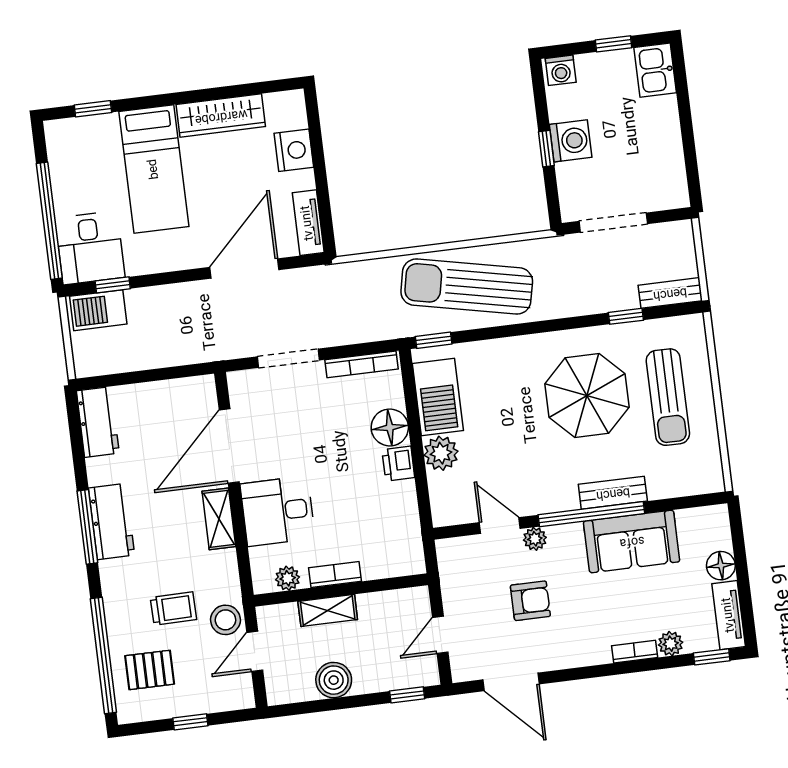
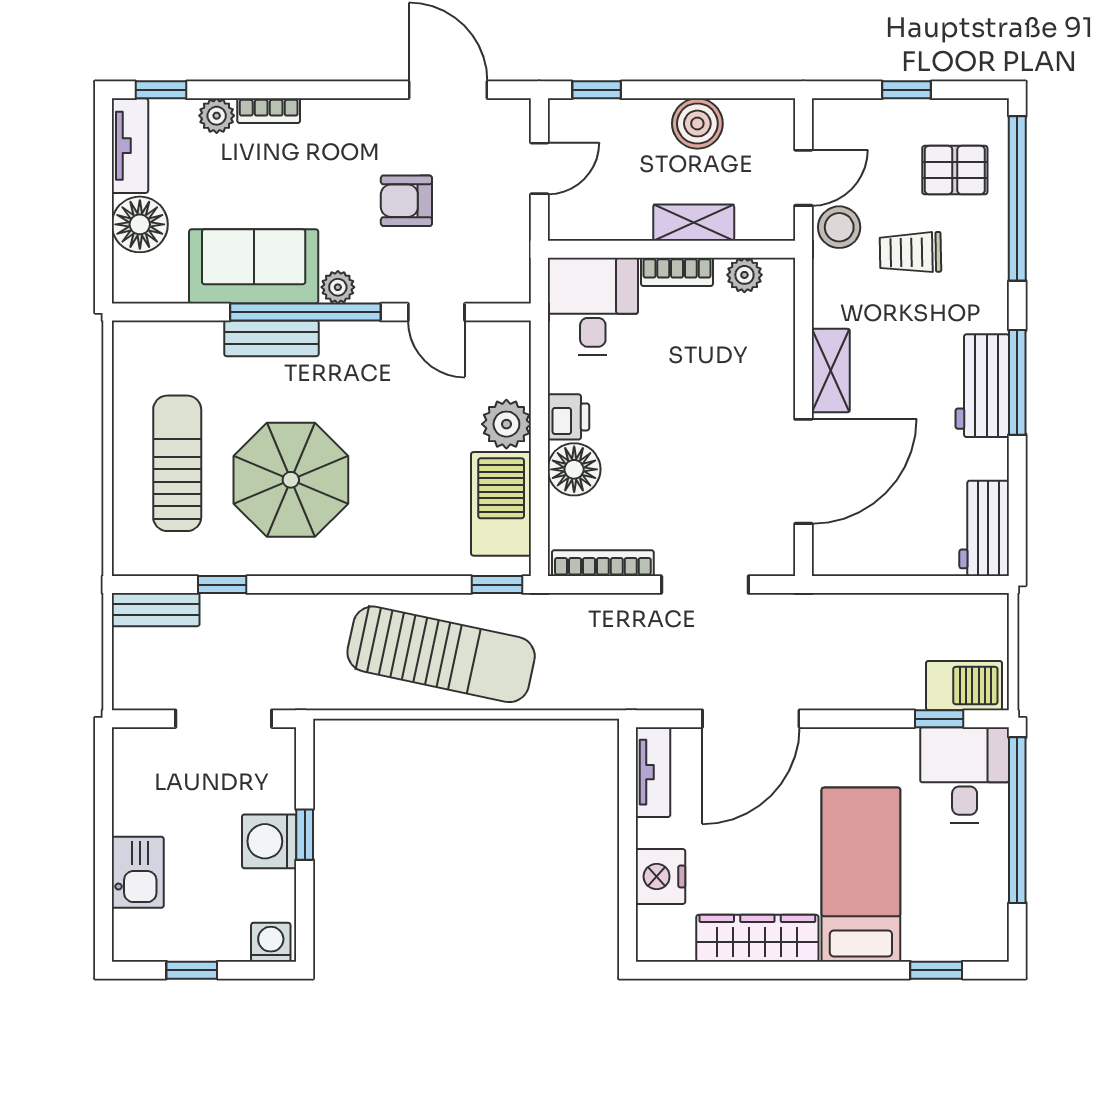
kitchen sink: (655, 70) -> (138, 872), moved
desk: (278, 511) -> (593, 306), moved, turned -90
plant: (535, 539) -> (338, 287), moved
floor lamp: (721, 566) -> (140, 224), width x1.38, depth x1.38

